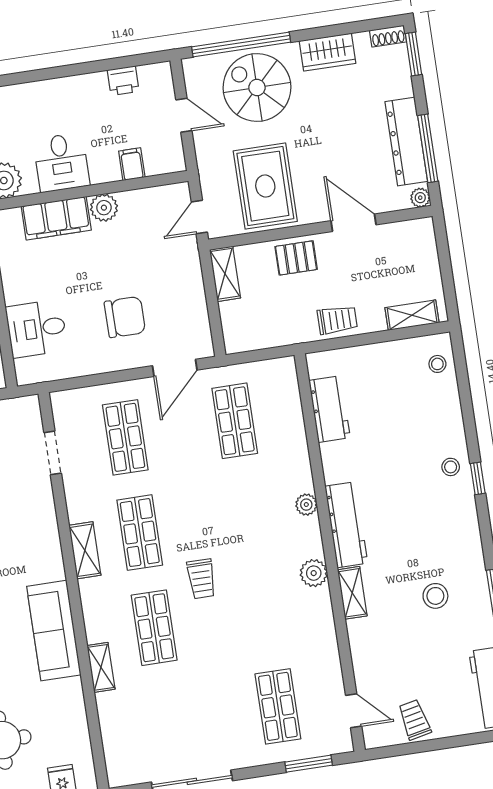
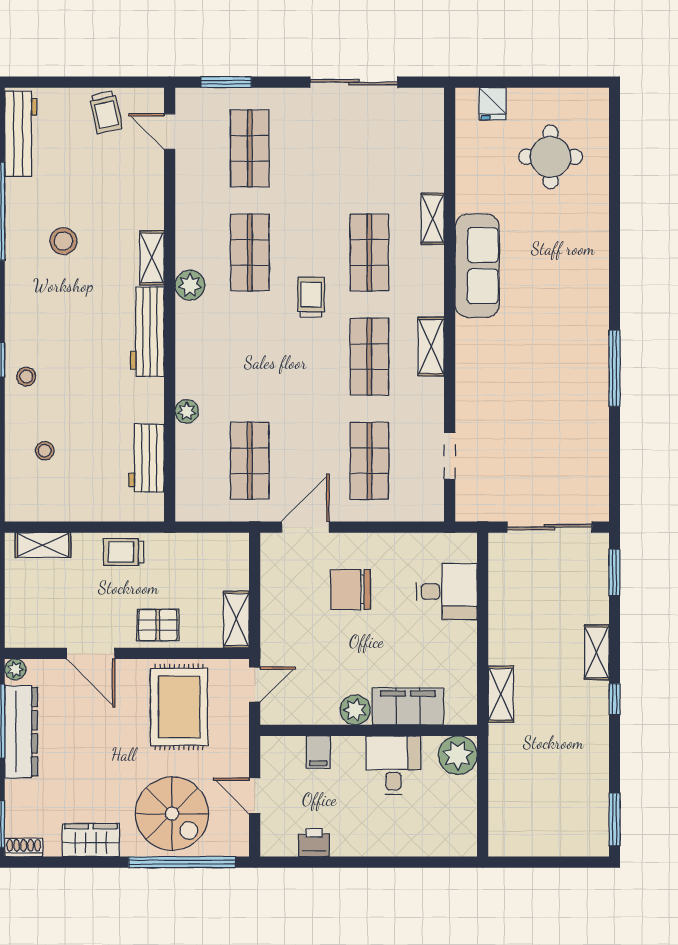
stool: (437, 364) -> (45, 451), moved
plant: (306, 505) -> (187, 411), moved
shop shelf: (263, 611) -> (250, 252), added

